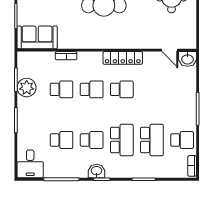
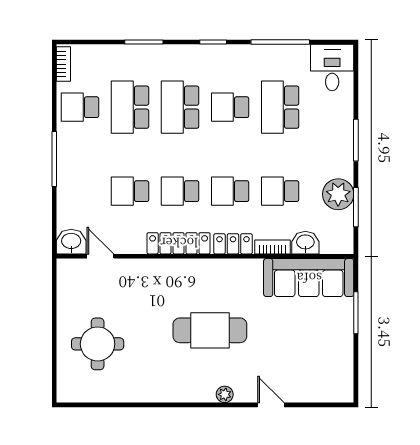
sofa: (37, 37) -> (309, 278), width x1.36
locker: (90, 58) -> (233, 244), added
school desk: (152, 89) -> (130, 191), added
school desk: (62, 140) -> (280, 107), width x1.85
washbasin: (97, 171) -> (305, 243), moved, turned 180

